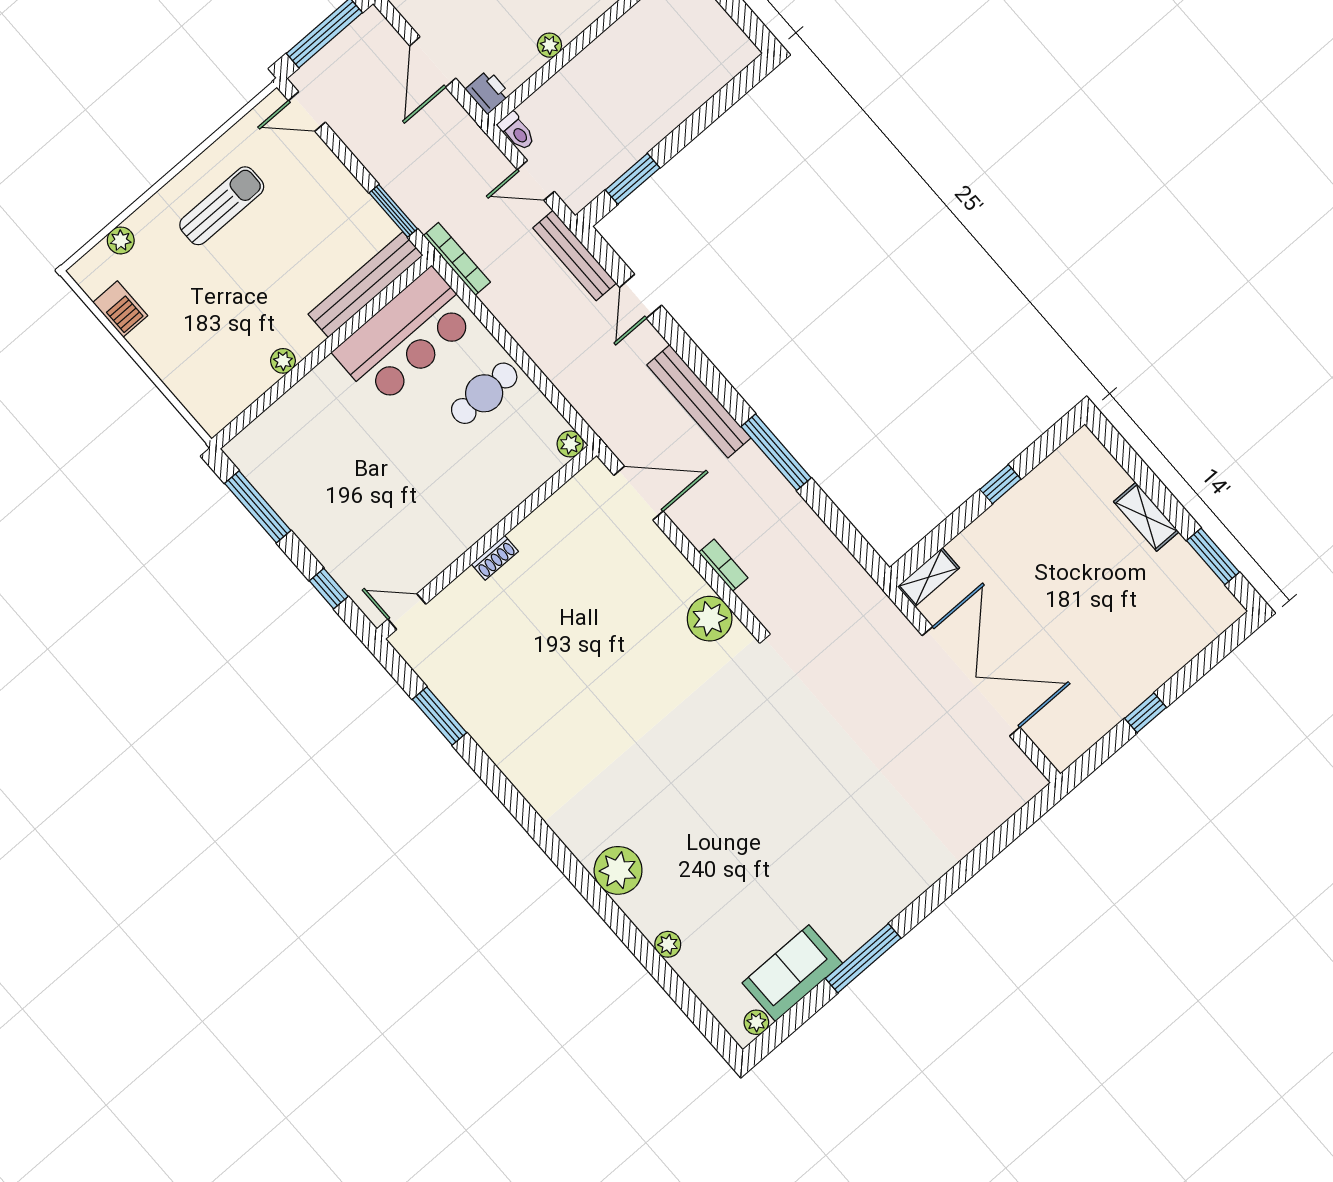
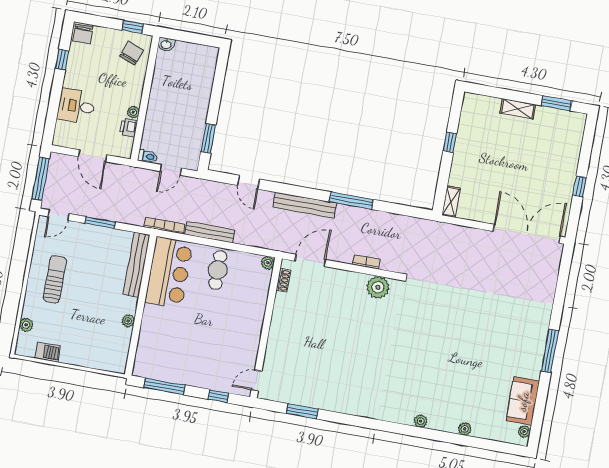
printer: (488, 92) -> (129, 128), moved, turned -90
window: (393, 211) -> (100, 223), moved
bench: (575, 256) -> (210, 232), moved
shoe rack: (495, 558) -> (283, 280), moved
double door: (971, 681) -> (527, 234), moved
plant: (618, 870) -> (421, 421), width x0.53, depth x0.53
window: (863, 958) -> (550, 351), moved

